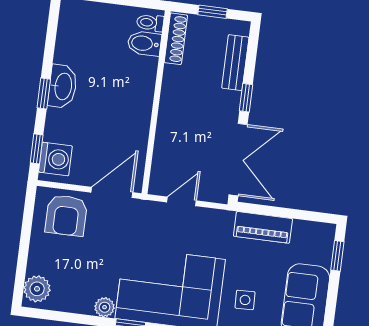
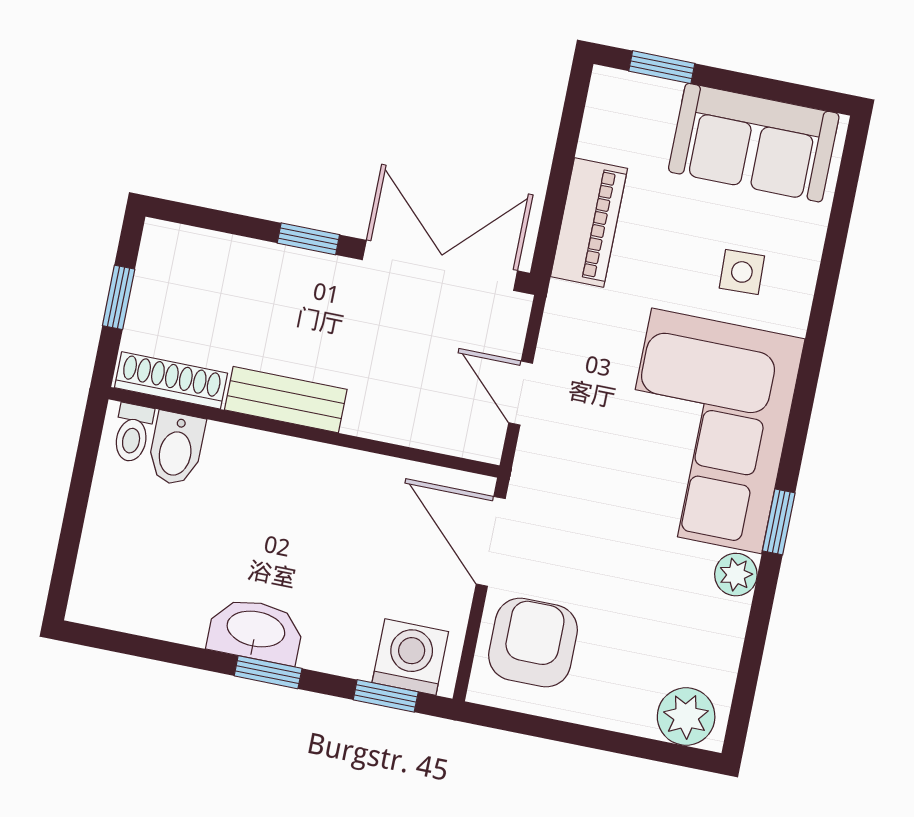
bench: (235, 63) -> (286, 400), moved
armchair: (66, 215) -> (533, 643), turned -90

